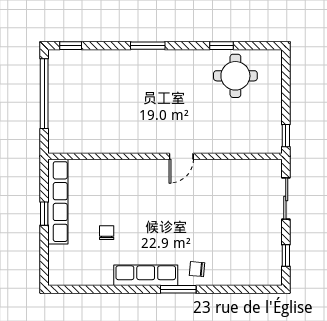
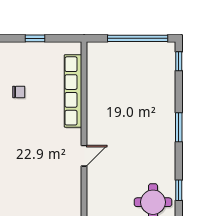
door: (181, 156) -> (84, 156), swing flipped
row of seats: (58, 202) -> (73, 91), moved, turned 90

